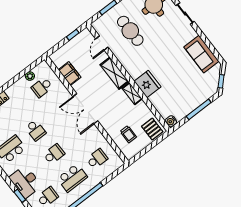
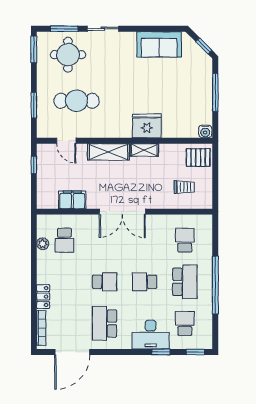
school desk: (54, 154) -> (145, 282), turned -90

